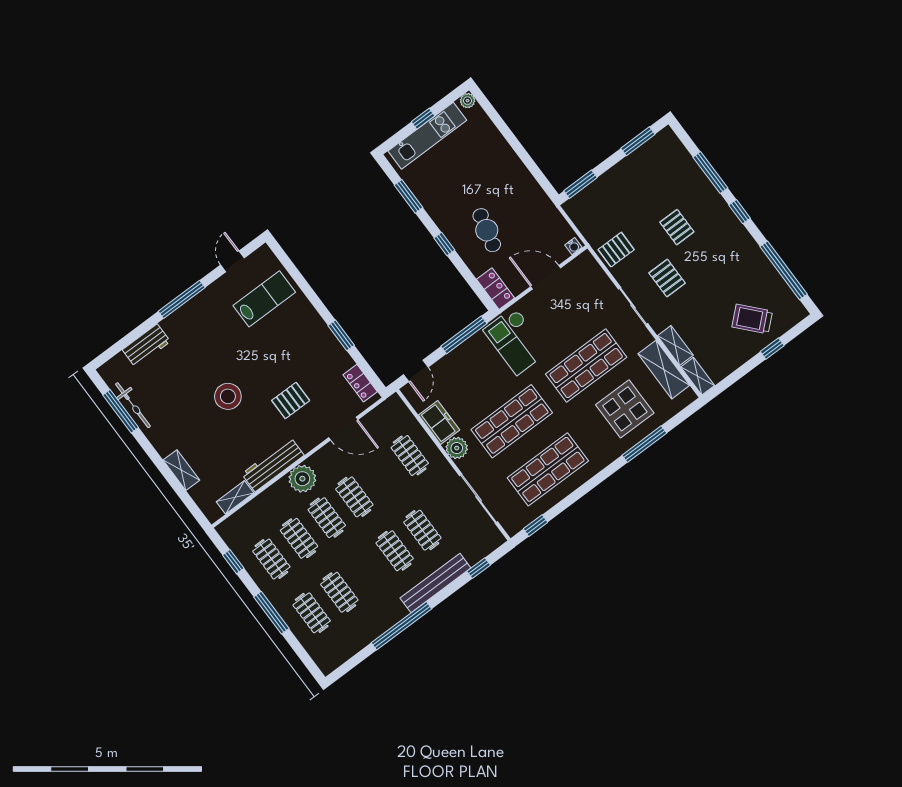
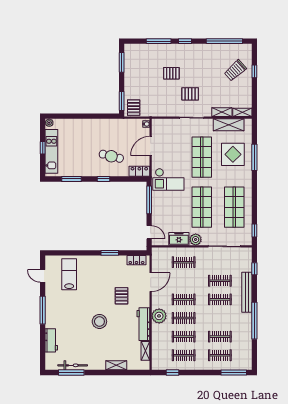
pallet: (616, 250) -> (134, 108), moved
window: (271, 613) -> (234, 373), moved

